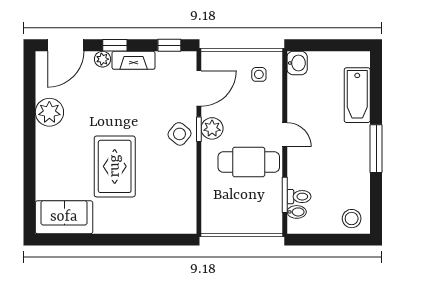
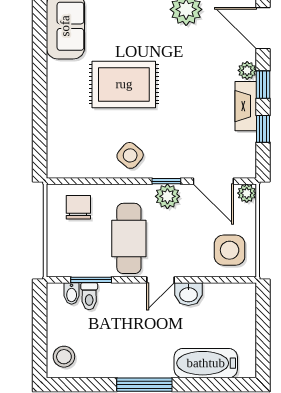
window: (169, 45) -> (263, 129), moved
plant: (209, 59) -> (247, 193), added
washbasin: (297, 63) -> (188, 294), moved
side table: (259, 74) -> (230, 250), width x1.87, depth x1.87
side table: (180, 134) -> (130, 155), moved
chair: (222, 206) -> (78, 207), added

